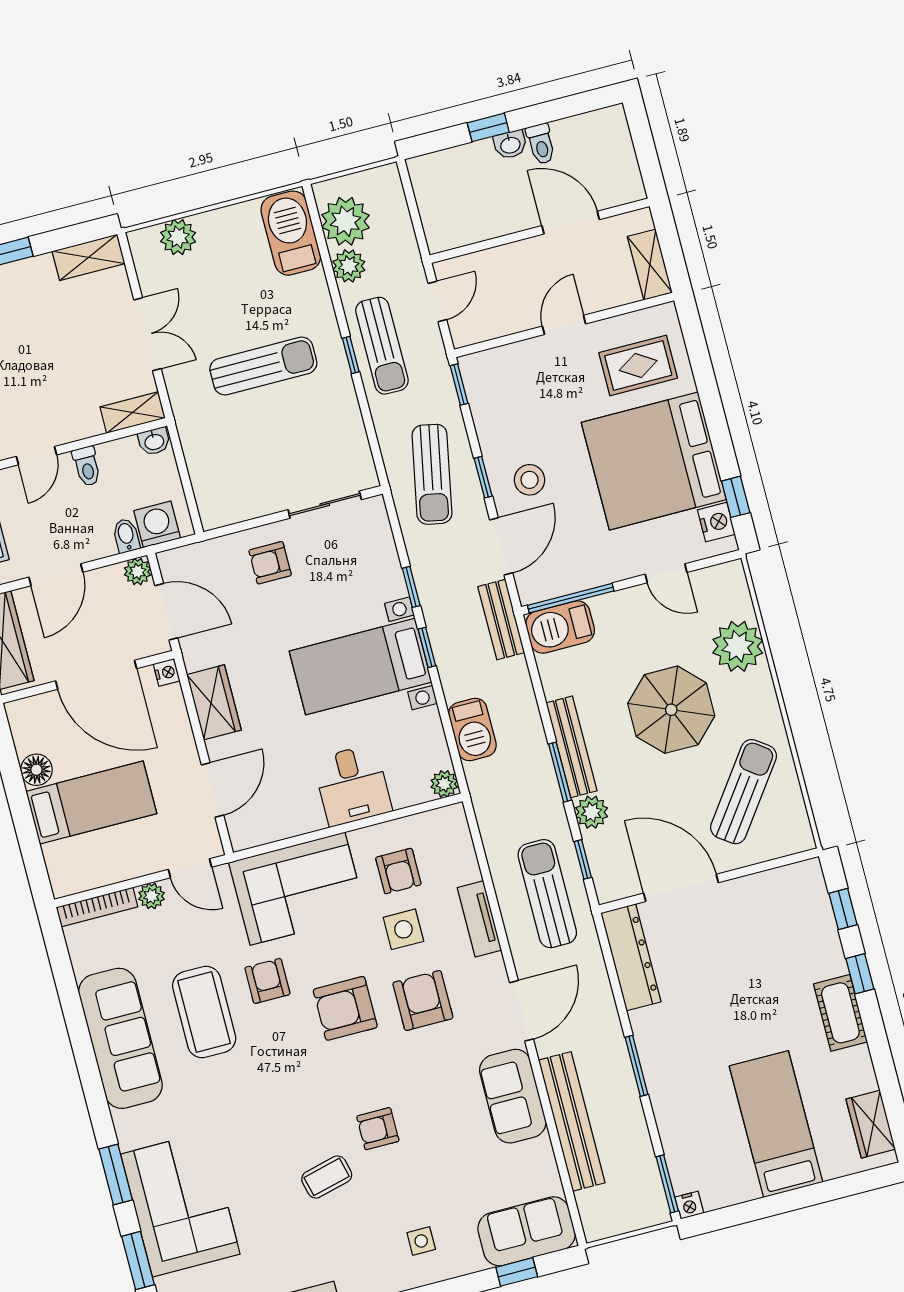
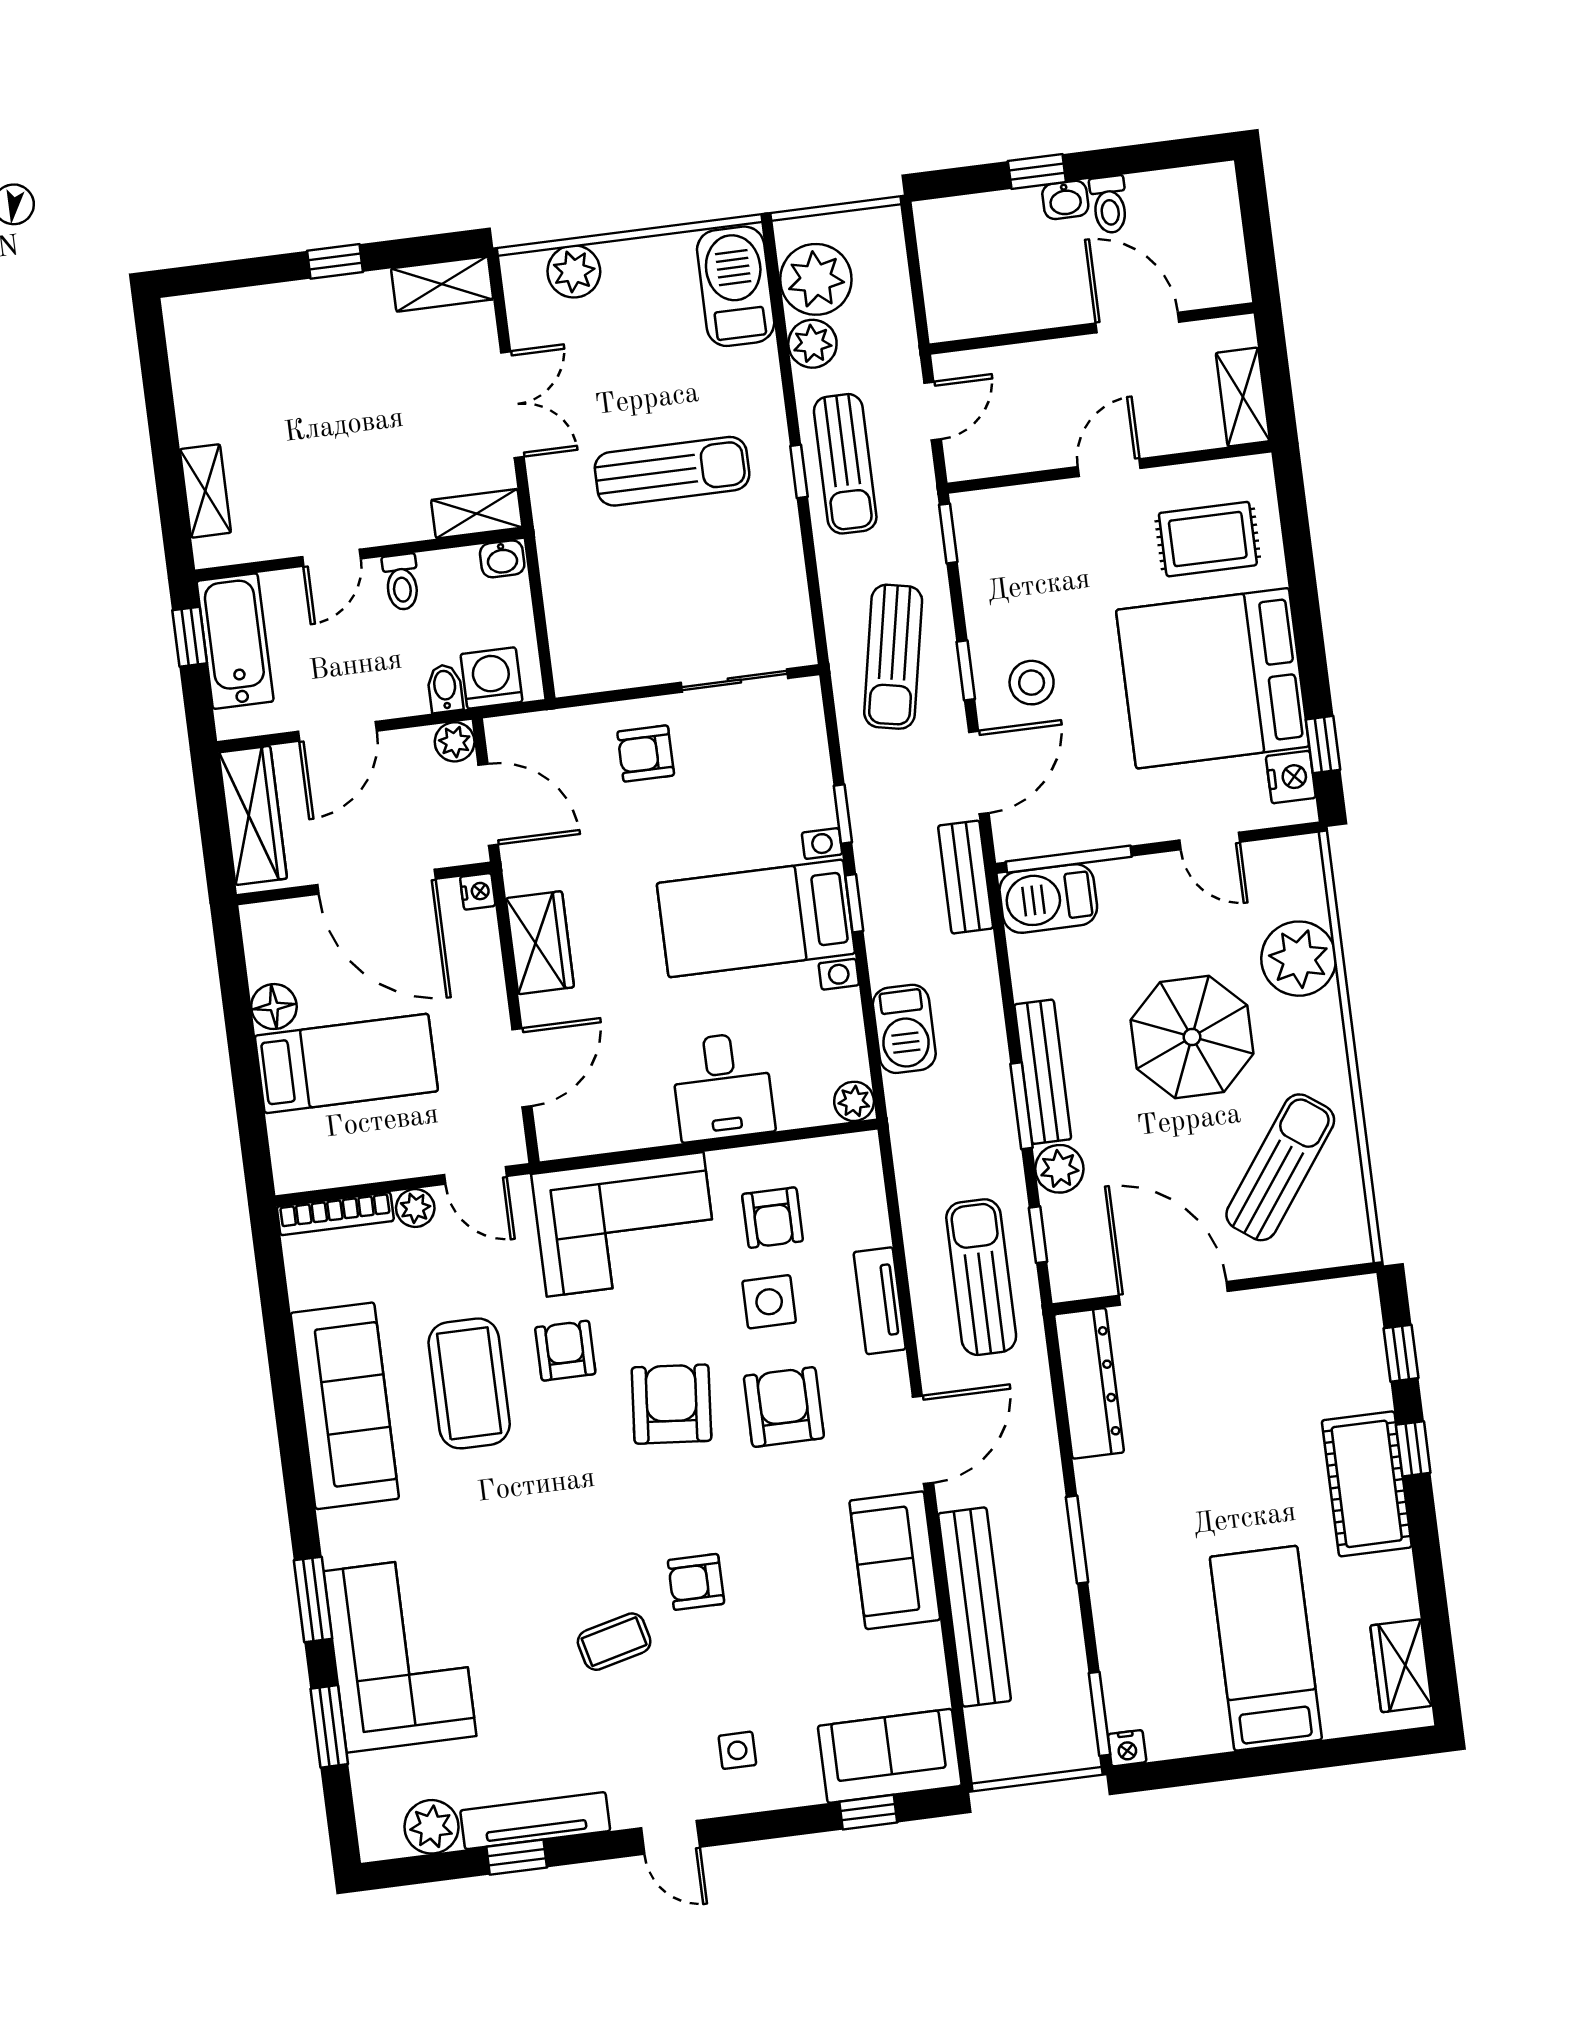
armchair: (345, 1008) -> (671, 1404), turned 95
cot: (840, 1013) -> (1367, 1484), width x1.37, depth x1.34

